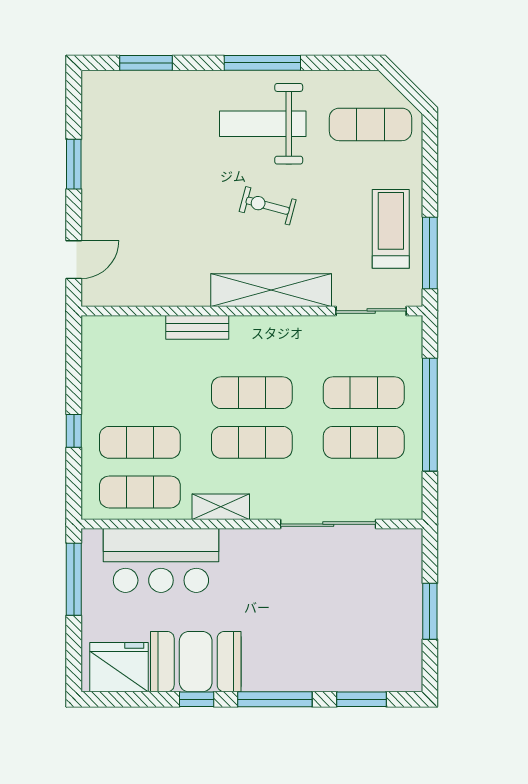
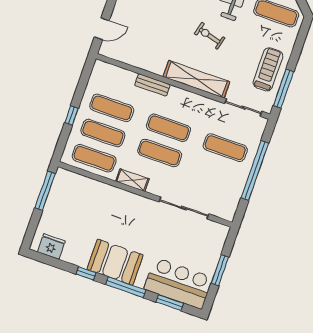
exercise mat: (364, 442) -> (112, 108), moved
bar counter: (161, 560) -> (178, 283), moved, turned 180
booth: (196, 662) -> (115, 262), moved
fridge: (119, 667) -> (51, 247), width x0.73, depth x0.75

